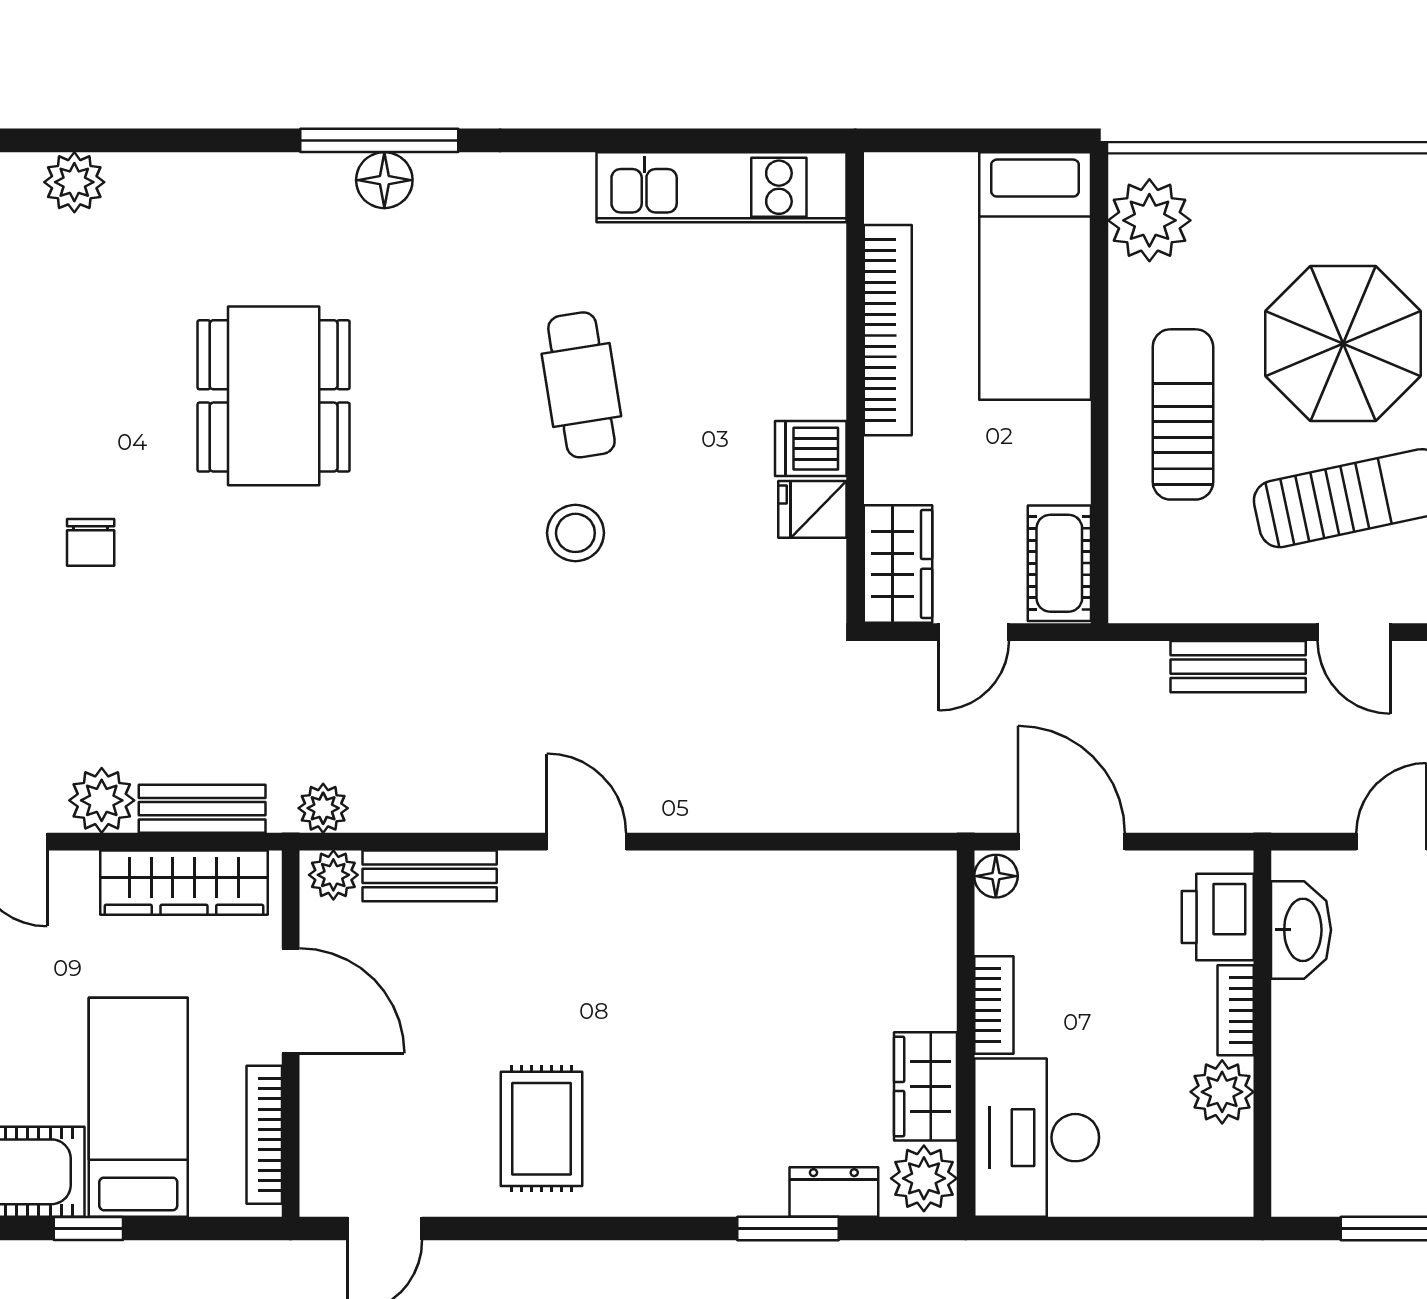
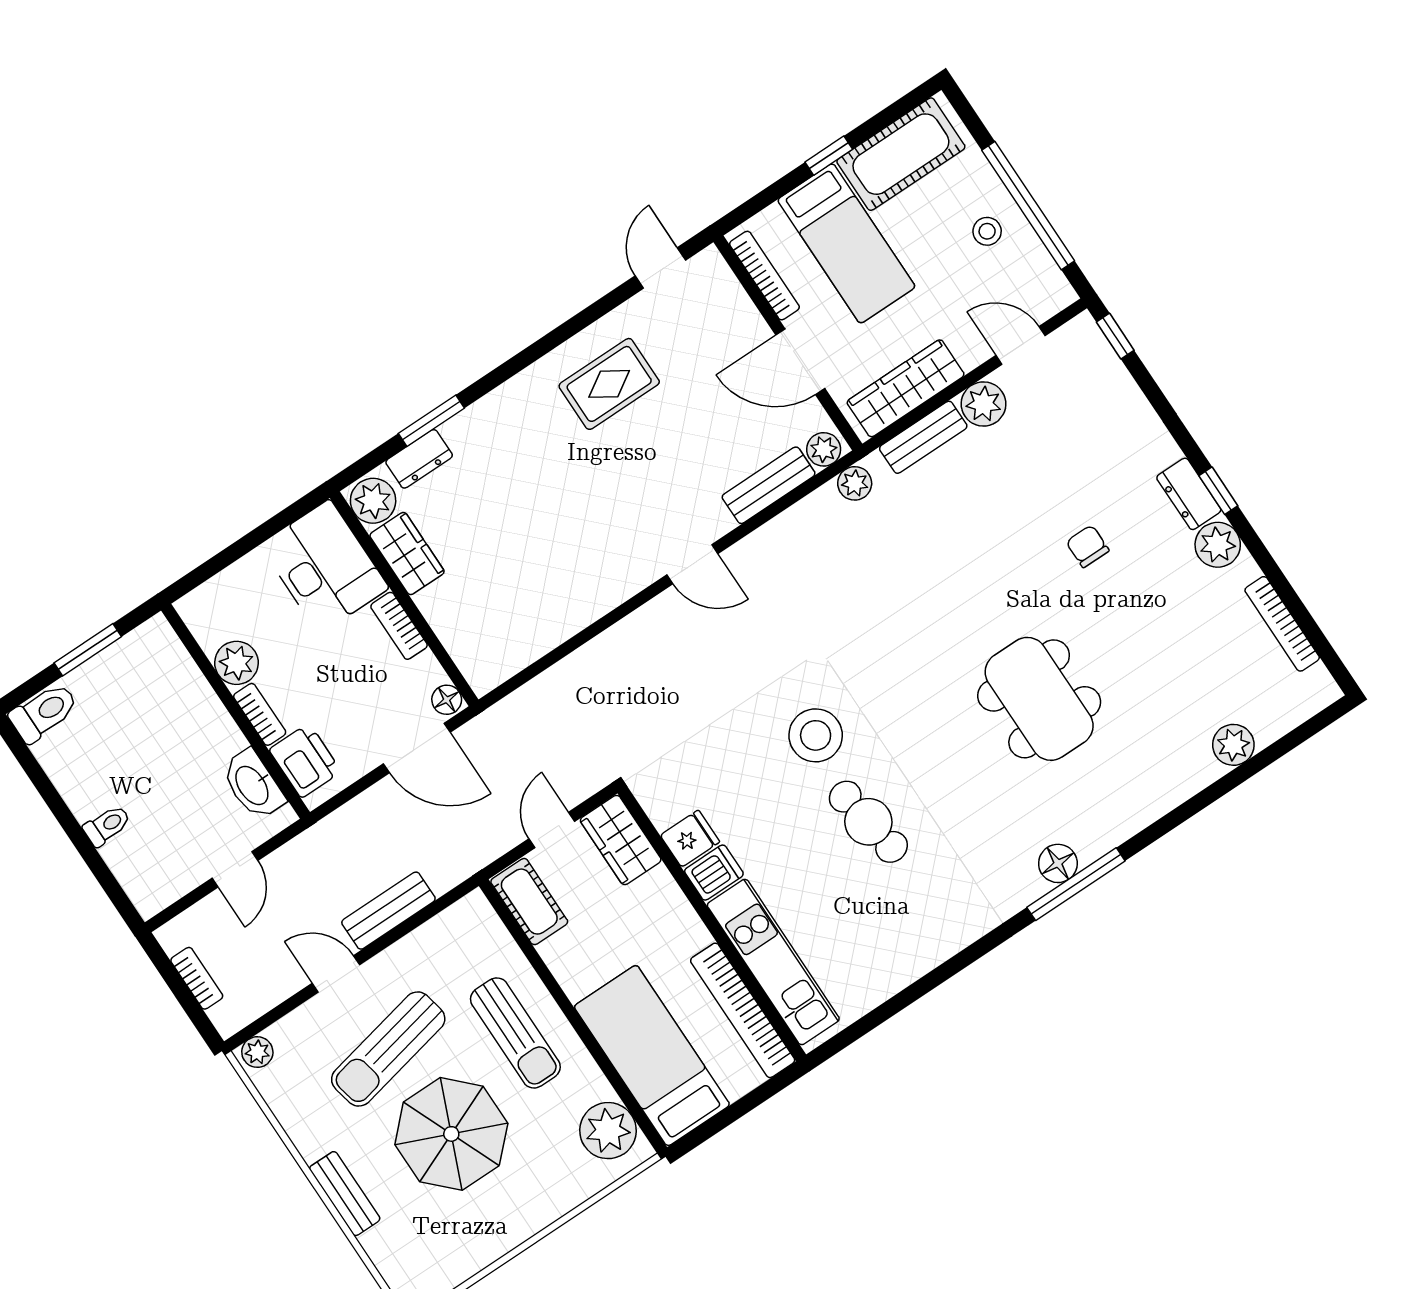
kitchen unit: (721, 187) -> (773, 962), moved, turned 90
bookcase: (888, 330) -> (743, 1010), moved
stool: (575, 533) -> (816, 735), width x1.38, depth x1.38
rug: (541, 1129) -> (609, 384), turned 90

